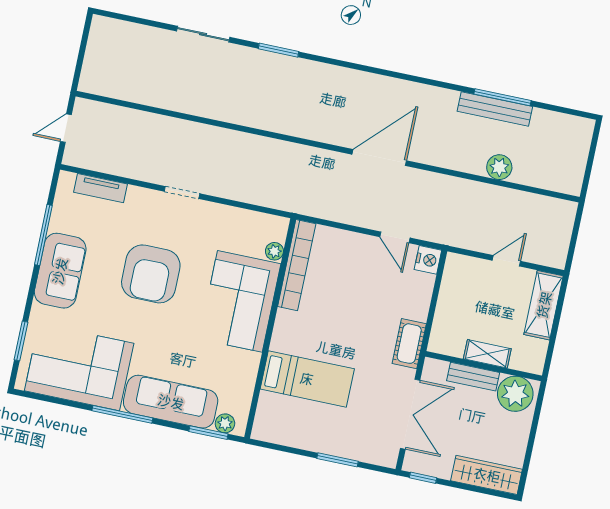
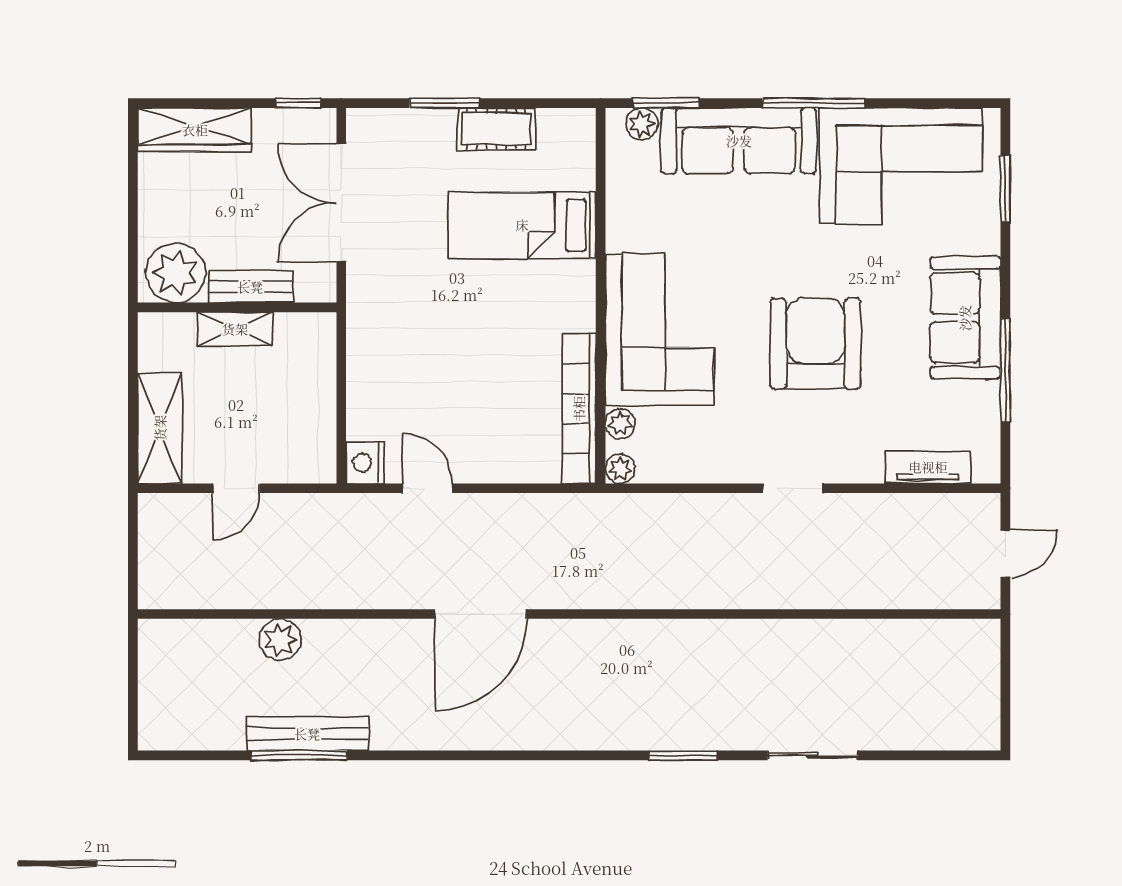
plant: (280, 225) -> (620, 469), added
cot: (409, 344) -> (496, 129), moved, turned 90

